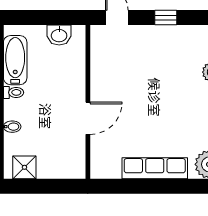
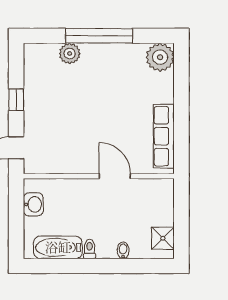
row of seats: (155, 168) -> (164, 136), moved

